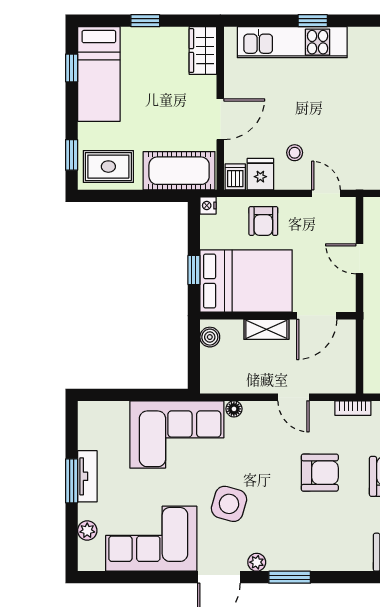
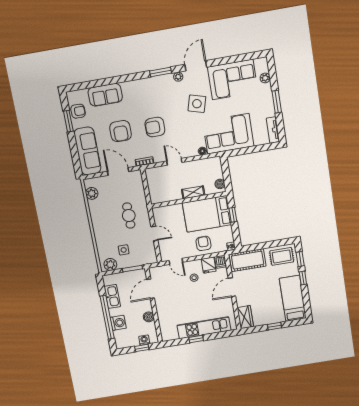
window: (72, 68) -> (303, 278), moved
door: (317, 316) -> (170, 203), removed
tv unit: (87, 476) -> (273, 130), moved

